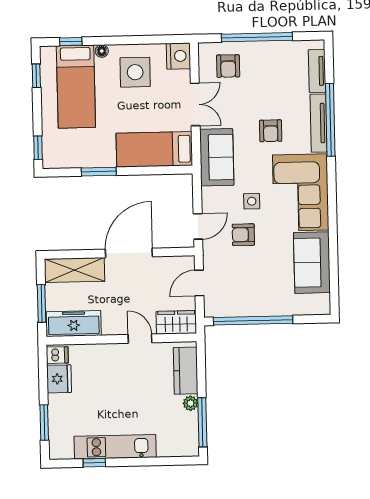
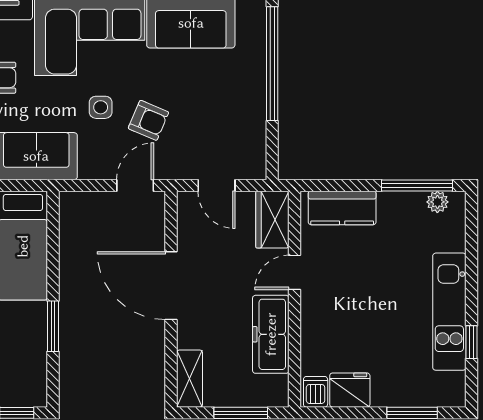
door: (198, 226) -> (135, 185), hinge flipped
armchair: (243, 235) -> (148, 120), turned -67
shelving: (75, 270) -> (190, 379), width x0.67, depth x0.75
window: (253, 320) -> (272, 64), moved
freezer: (74, 324) -> (271, 334), moved
plant: (190, 403) -> (437, 202), moved

